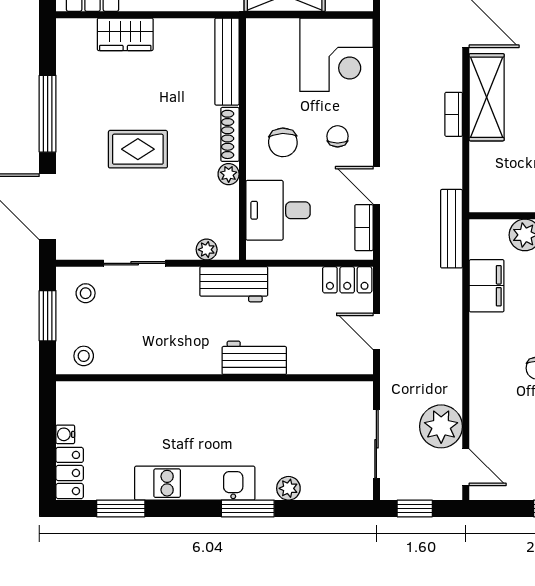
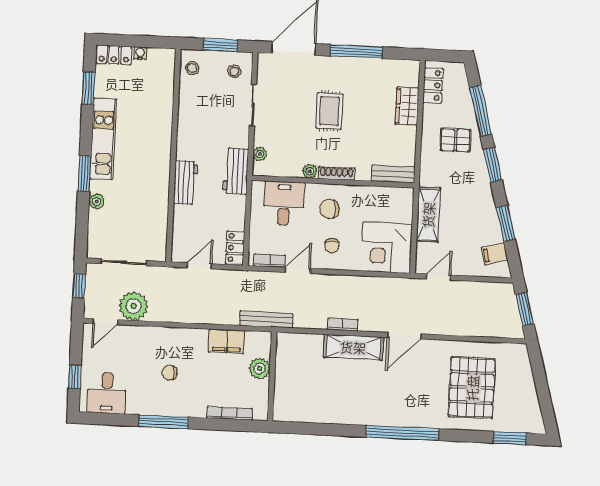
bench: (227, 62) -> (393, 174), width x0.73
chair: (338, 136) -> (332, 246), turned 90

